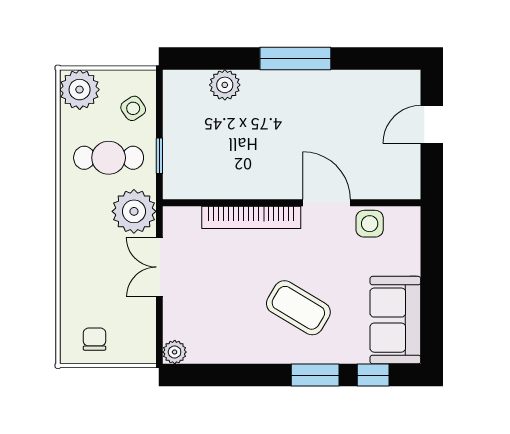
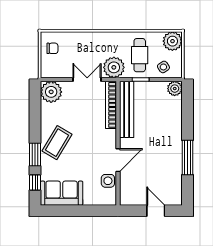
window: (295, 58) -> (187, 158), moved
plant: (225, 85) -> (175, 89), moved
bench: (221, 185) -> (127, 109), added
bookcase: (251, 217) -> (111, 105), moved
coffee table: (298, 308) -> (57, 143), moved
plant: (175, 352) -> (51, 92), width x1.87, depth x1.87

